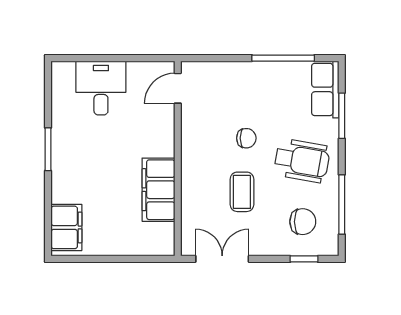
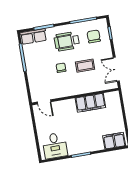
desk: (101, 88) -> (55, 146), moved, turned -90
wheelchair: (302, 161) -> (67, 41), turned -100

